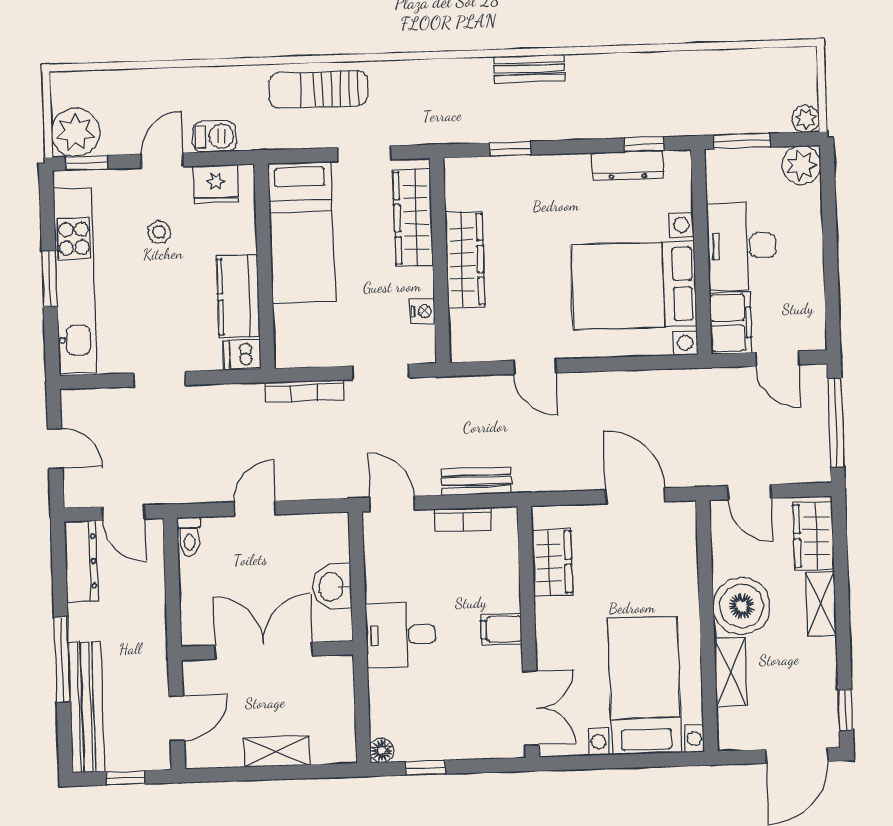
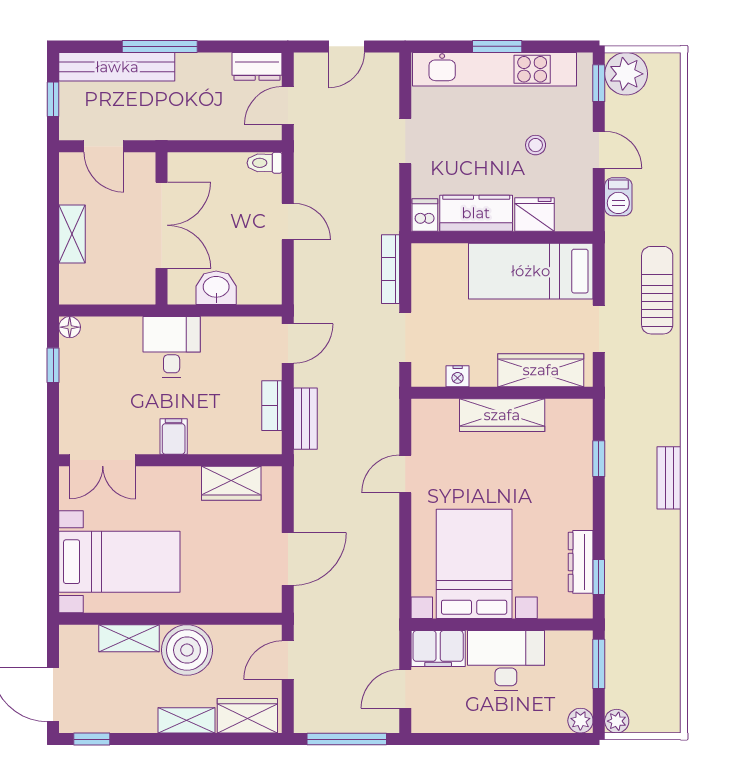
plant: (801, 165) -> (580, 721), width x0.73, depth x0.73
fridge: (216, 184) -> (534, 214), moved, turned 90
dresser: (81, 561) -> (257, 66), width x0.70

